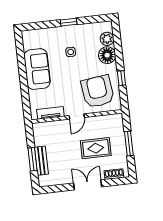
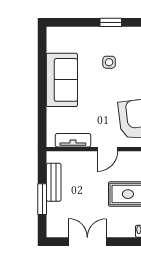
bench: (41, 161) -> (54, 182), moved
double door: (88, 185) -> (87, 242), moved

